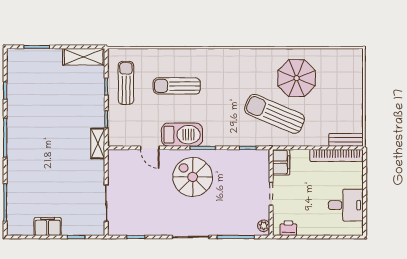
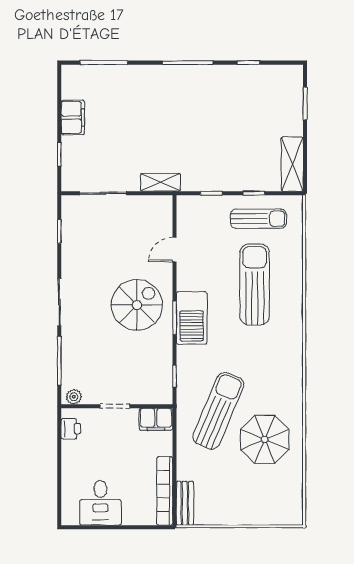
sun lounger: (177, 86) -> (255, 284), width x1.36, depth x1.34
barbecue: (182, 135) -> (192, 318), moved
shelving: (98, 144) -> (161, 182), moved

